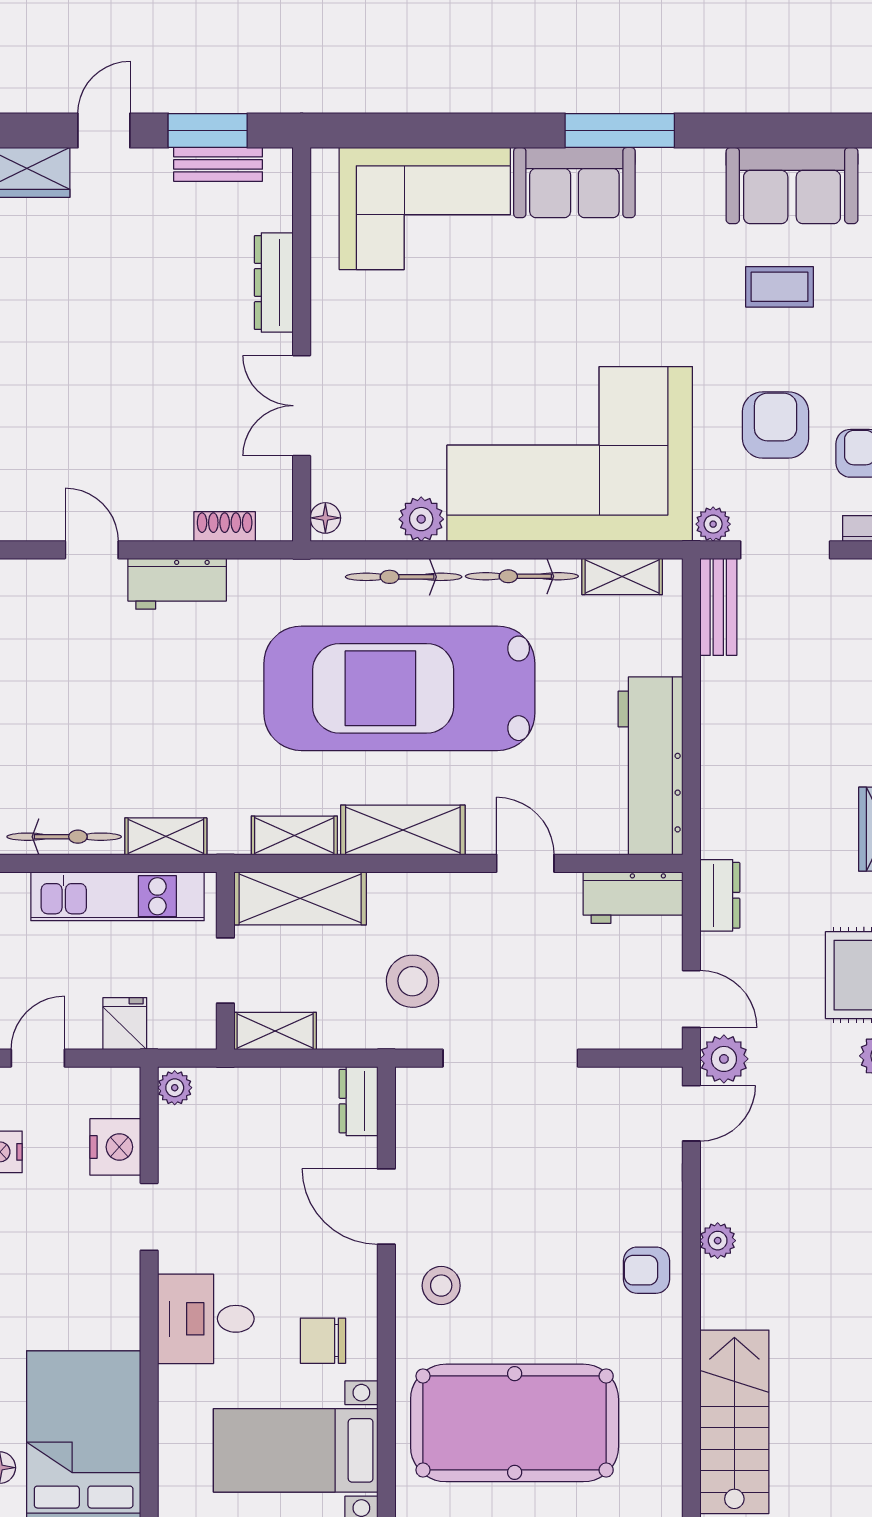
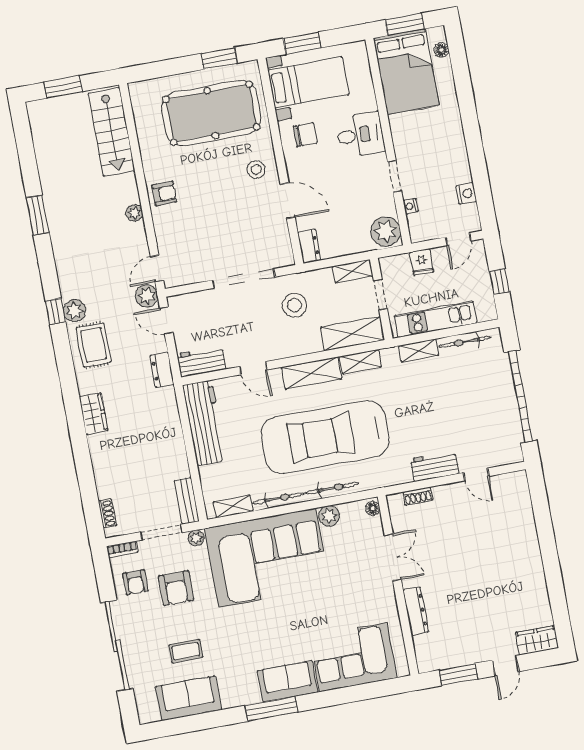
bench: (218, 164) -> (451, 660), removed
car: (399, 688) -> (325, 437), turned 180
plant: (175, 1088) -> (386, 232), width x1.87, depth x1.87
nightstand: (115, 1147) -> (411, 206), width x0.53, depth x0.56

